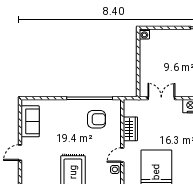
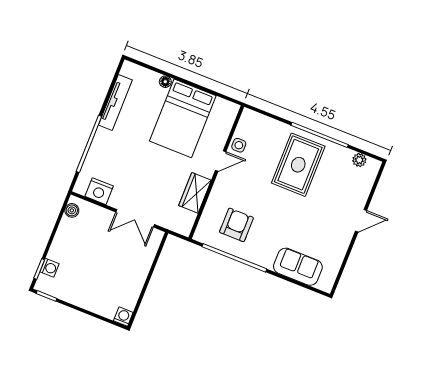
armchair: (97, 119) -> (236, 225), turned 90
sofa: (30, 121) -> (298, 267), moved, turned 90

